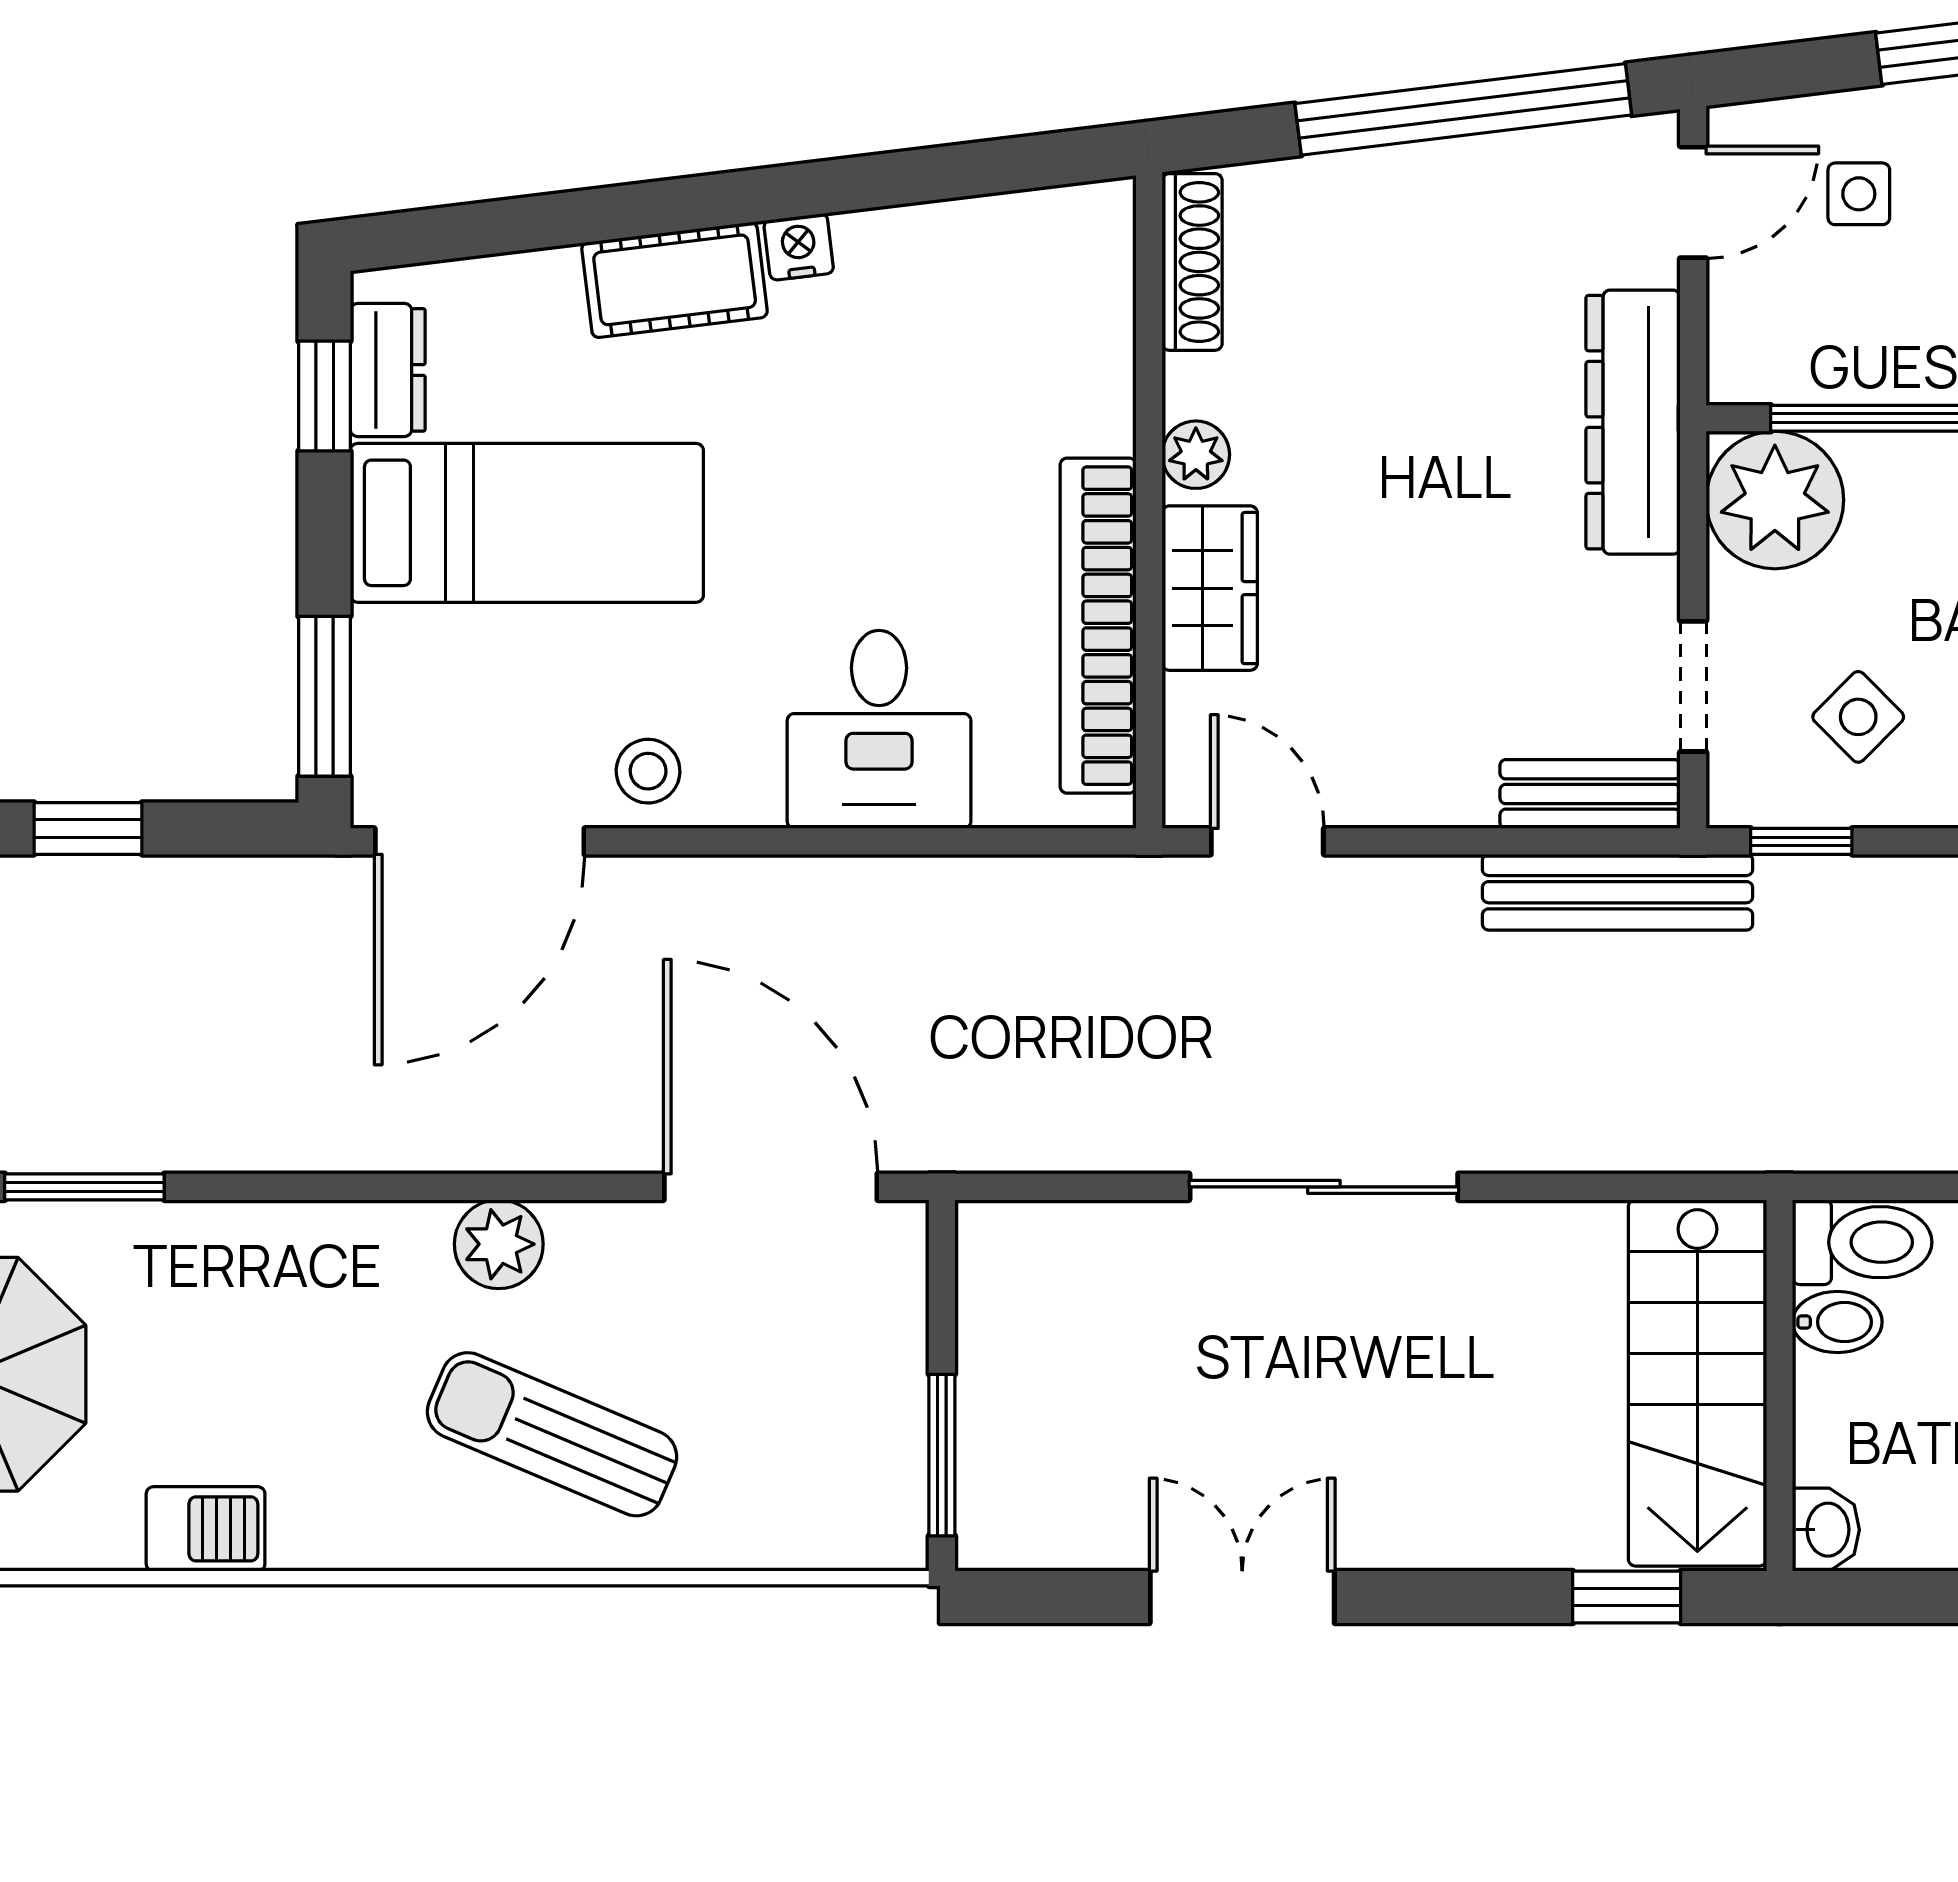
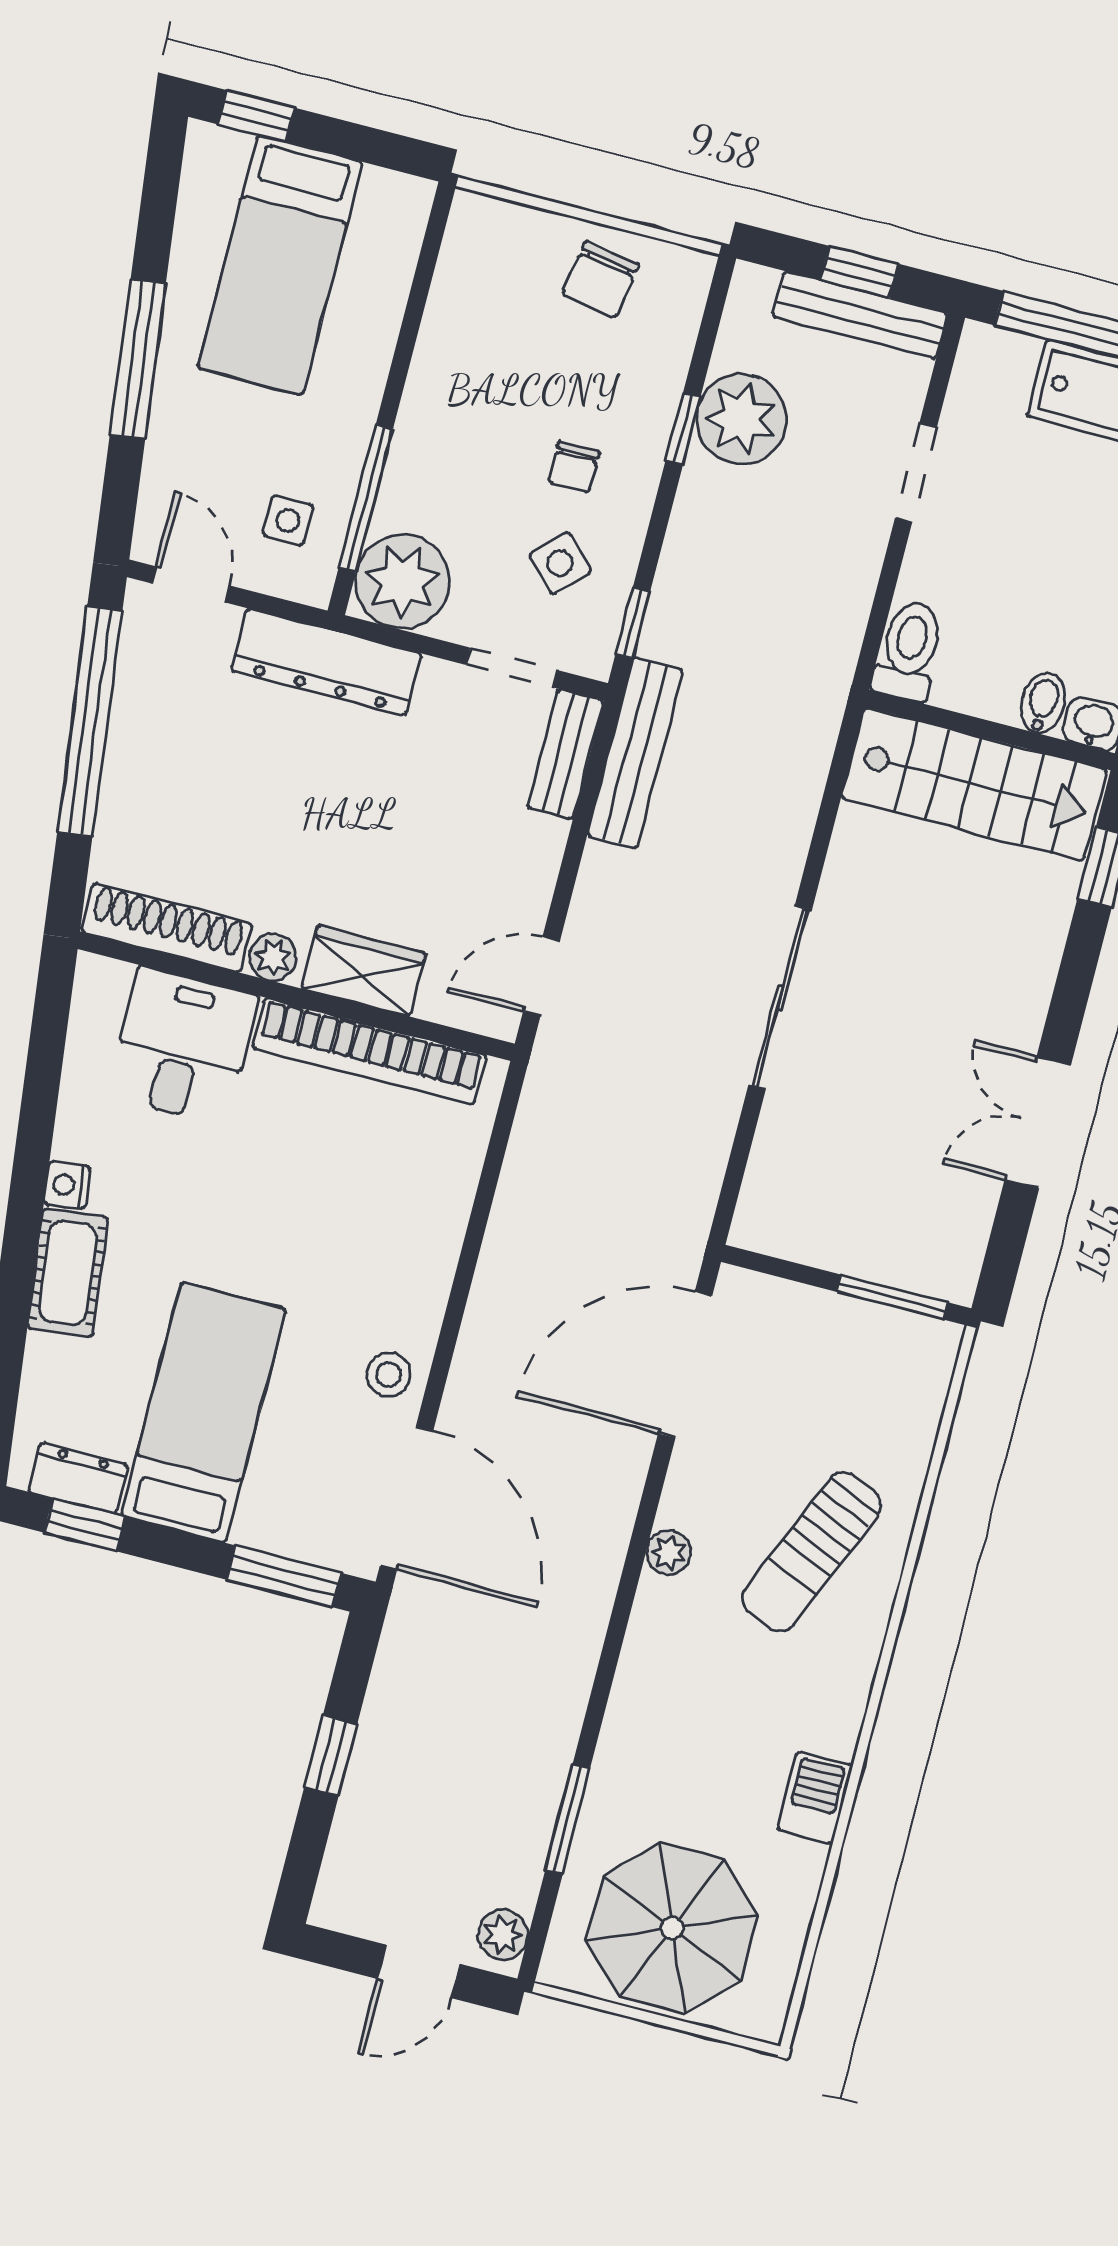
side table: (1859, 194) -> (288, 520), moved
shoe rack: (1192, 262) -> (167, 928), width x1.36, depth x1.24
desk: (879, 729) -> (182, 1046), moved, turned -90
plant: (499, 1244) -> (669, 1553), width x0.73, depth x0.73
bidet: (1837, 1322) -> (1043, 703), moved

